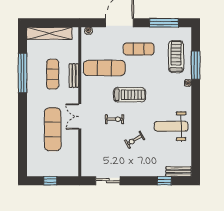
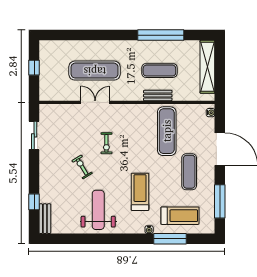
treadmill: (130, 95) -> (140, 192), moved, turned 180
double door: (80, 117) -> (95, 102), moved

